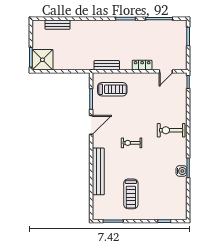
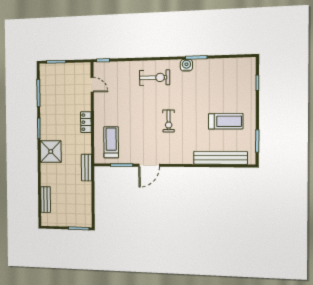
shower: (42, 60) -> (51, 152), moved
bench: (107, 65) -> (86, 168), moved
locker: (142, 65) -> (86, 122), moved
door: (91, 125) -> (149, 165), swing flipped
exercise bike: (171, 130) -> (155, 78), turned -90
bench: (98, 171) -> (220, 158), moved
water cooler: (182, 171) -> (186, 65), moved

